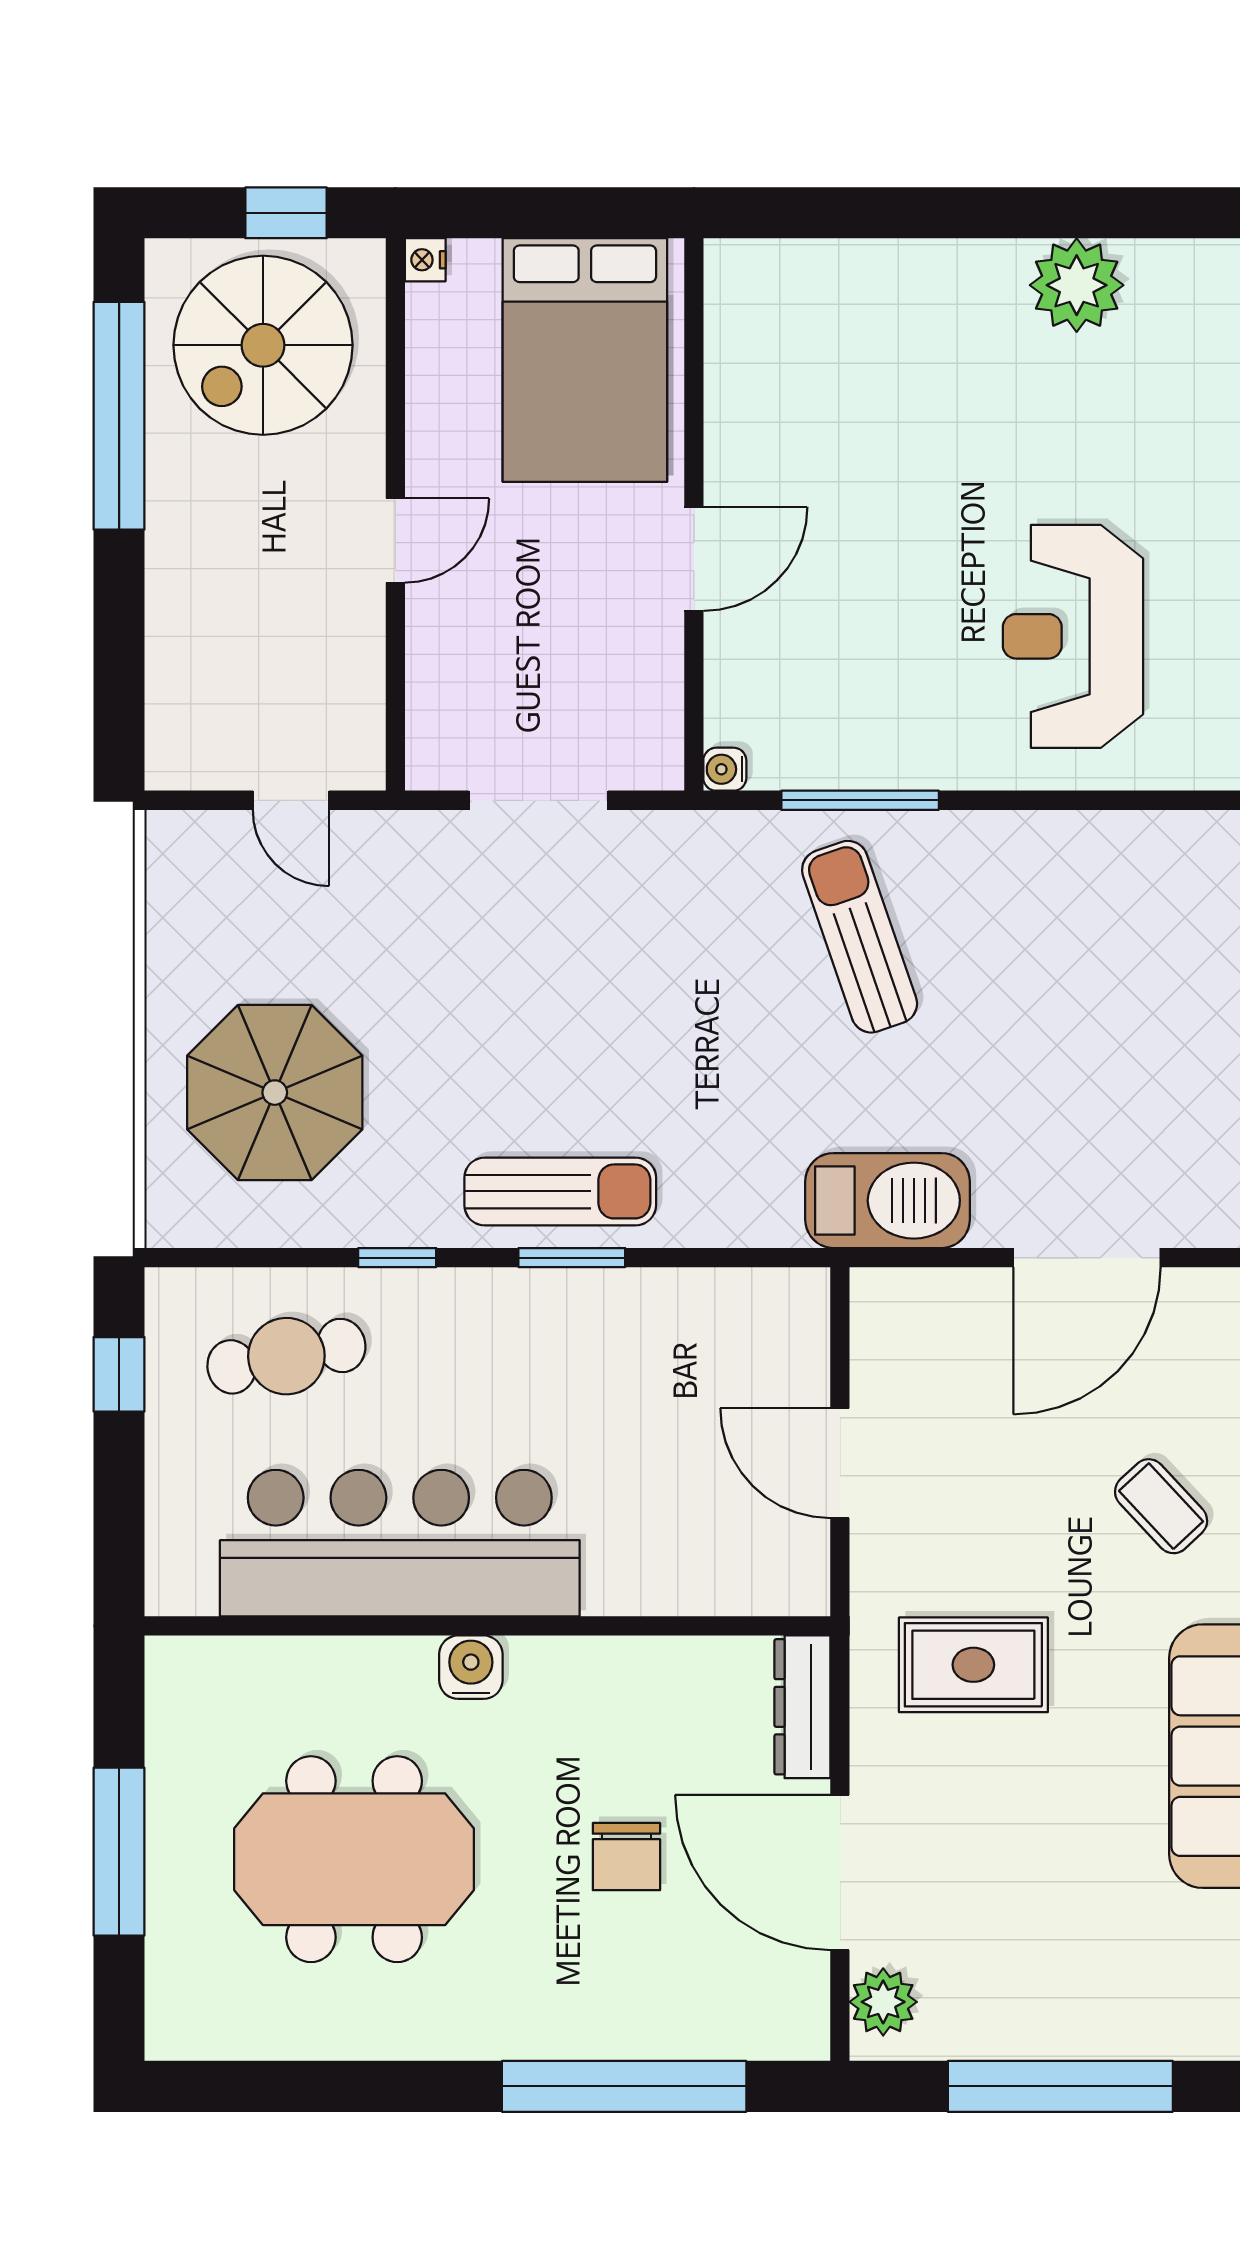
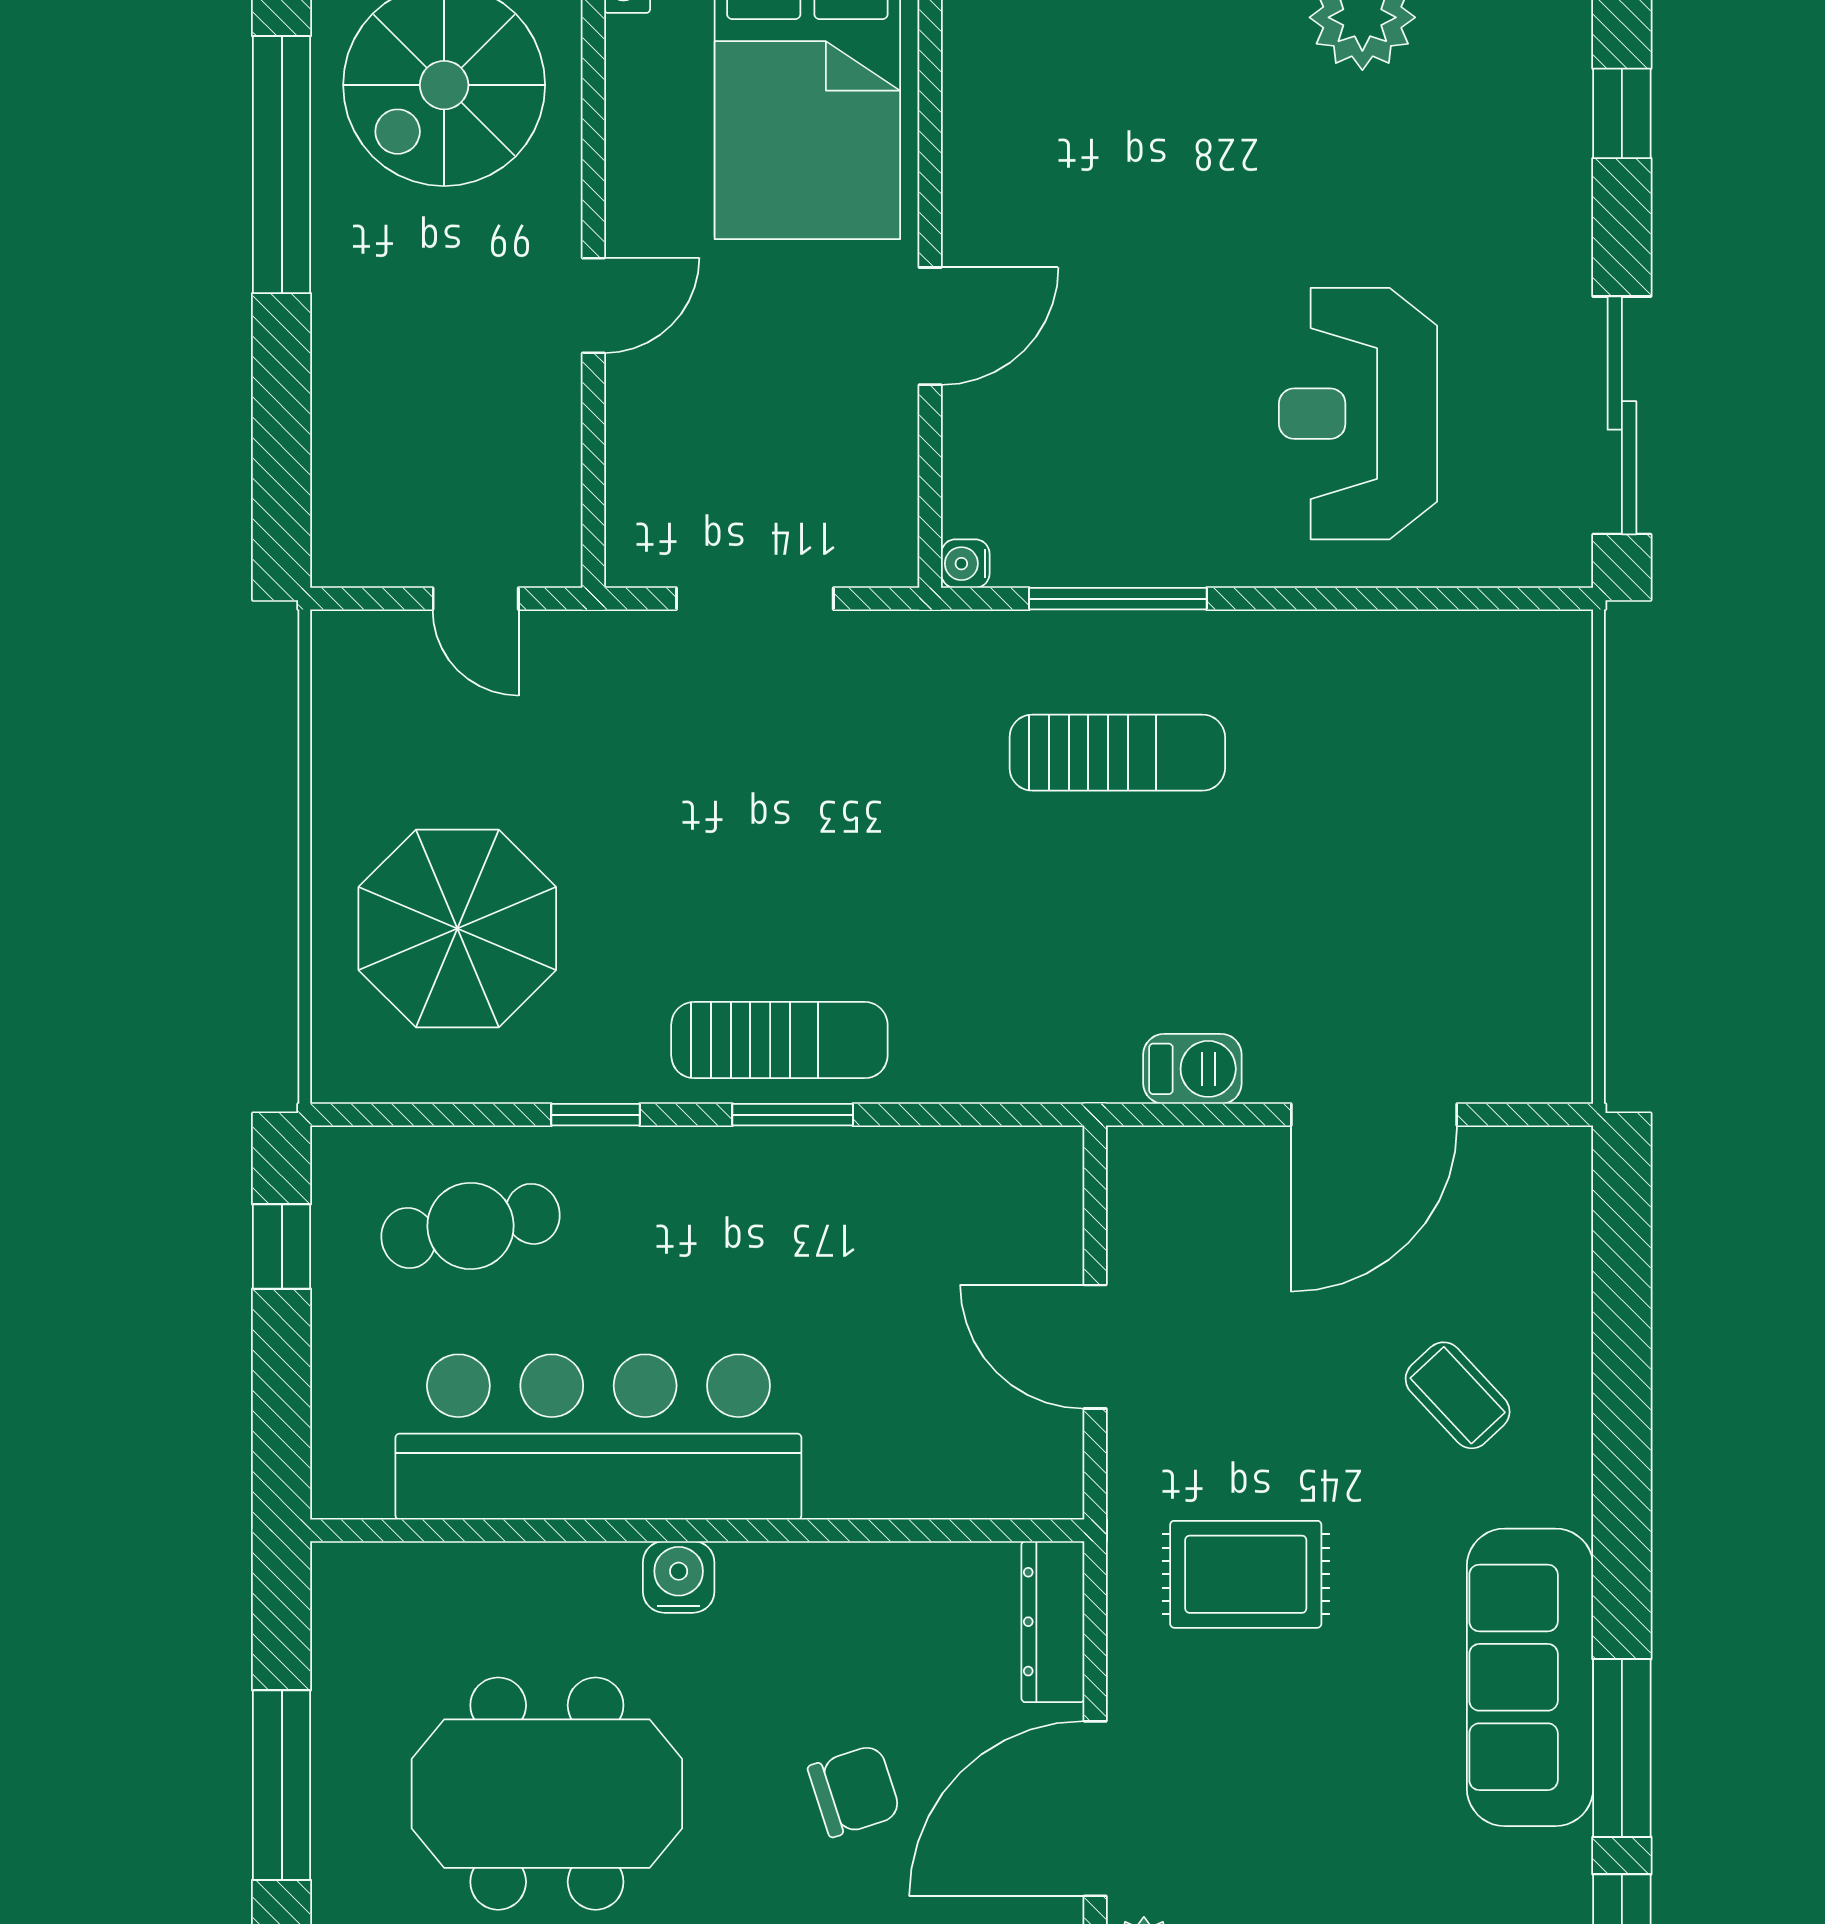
sun lounger: (860, 937) -> (1117, 753), turned 109
barbecue: (888, 1201) -> (1192, 1069), width x0.53, depth x0.65
chair: (626, 1857) -> (854, 1791), turned -108
door: (840, 1872) -> (1095, 1809), hinge flipped

